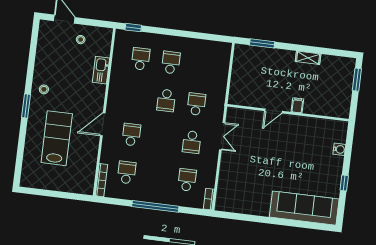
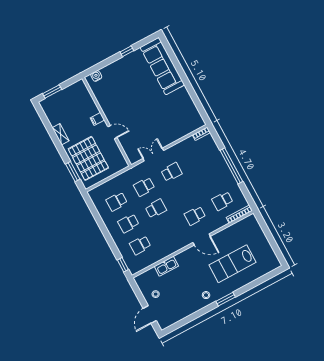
pallet: (264, 68) -> (88, 158), added
water cooler: (339, 149) -> (96, 76), moved
school desk: (187, 180) -> (117, 202), moved

